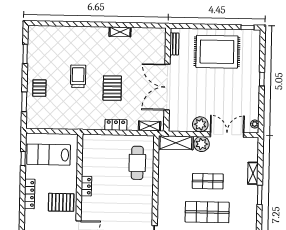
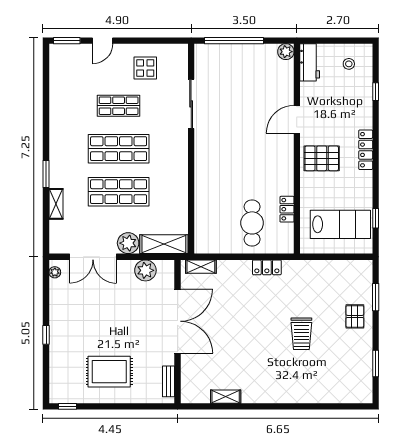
shelving: (120, 32) -> (226, 397), moved
rug: (217, 52) -> (109, 372), width x0.73, depth x0.69
pallet: (112, 88) -> (254, 318), removed
plant: (200, 124) -> (145, 270), moved
locker: (116, 125) -> (267, 267), moved
cafe table: (137, 163) -> (252, 223), moved
shop shelf: (208, 181) -> (119, 192), width x1.43, depth x1.36
locker: (86, 186) -> (287, 209), moved
locker: (30, 194) -> (366, 150), moved

